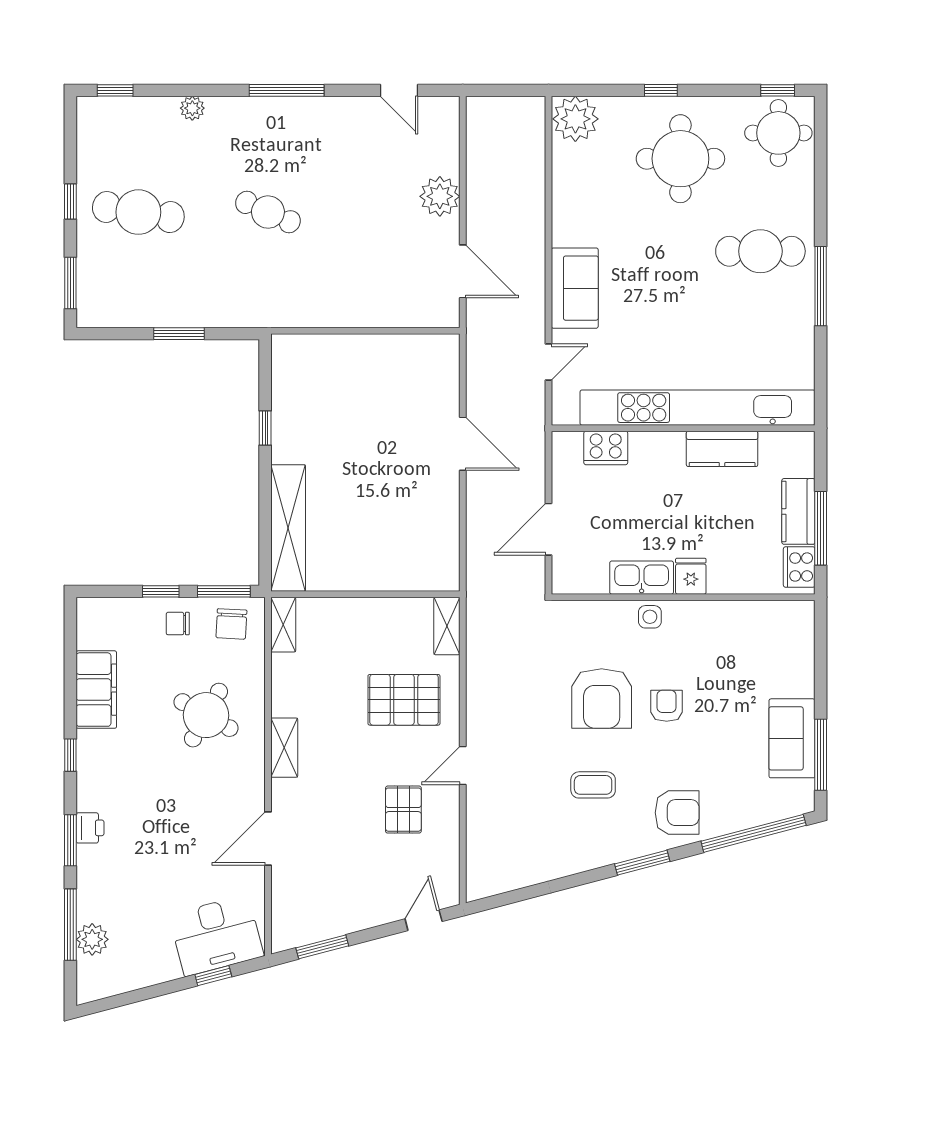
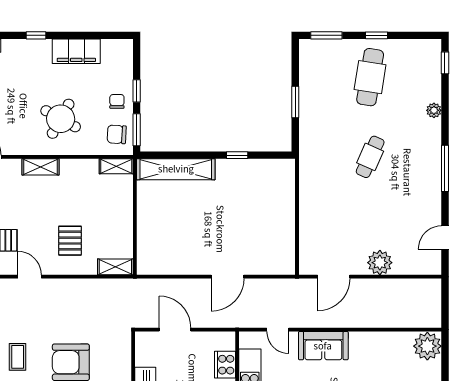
pallet: (404, 700) -> (70, 241), width x0.67, depth x0.71

